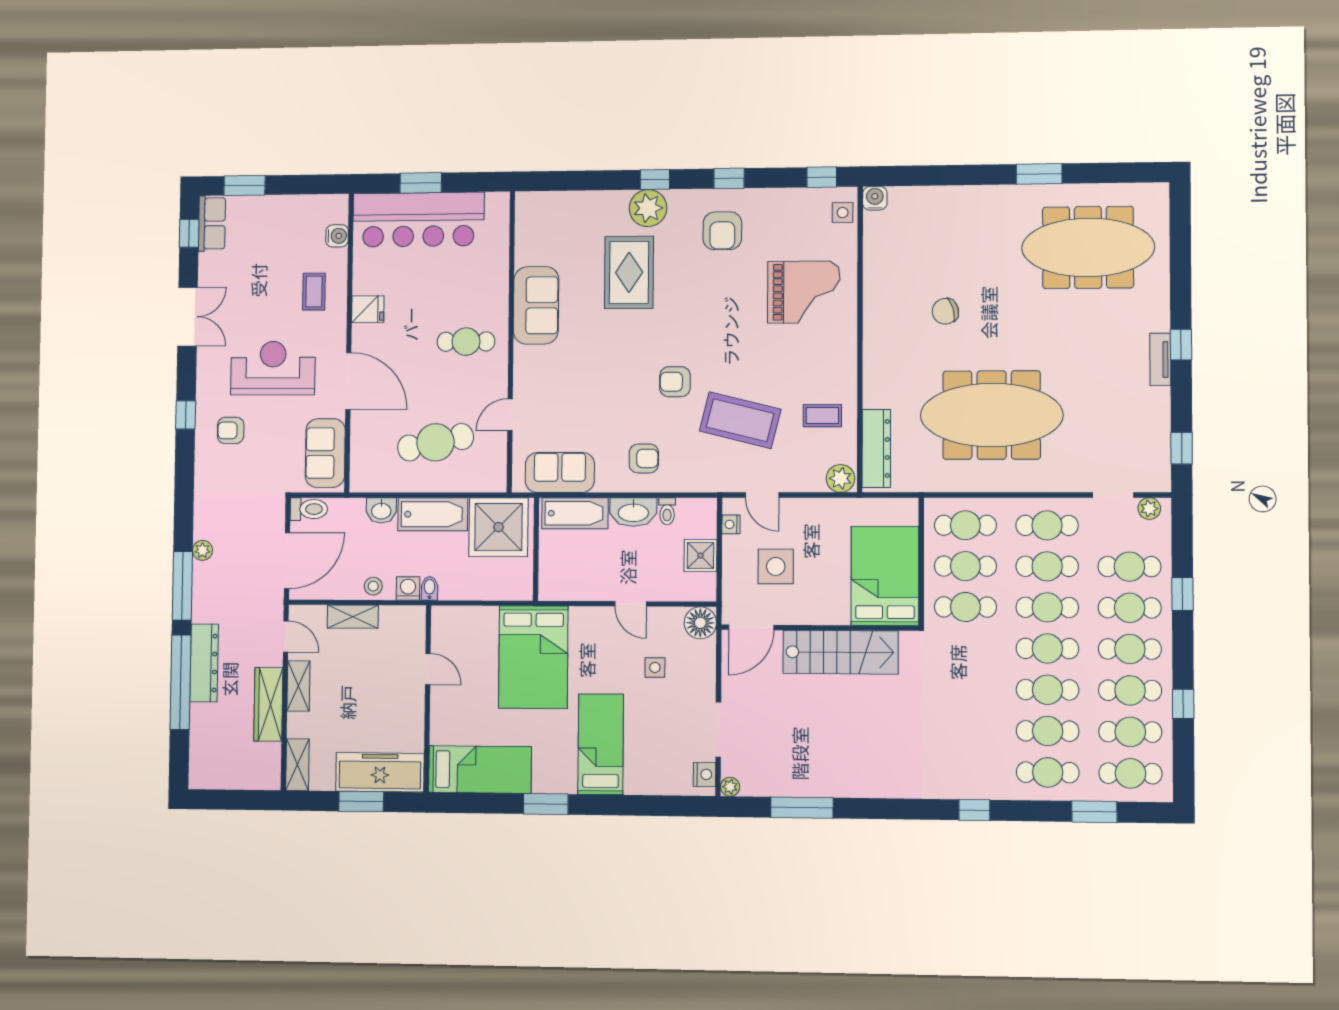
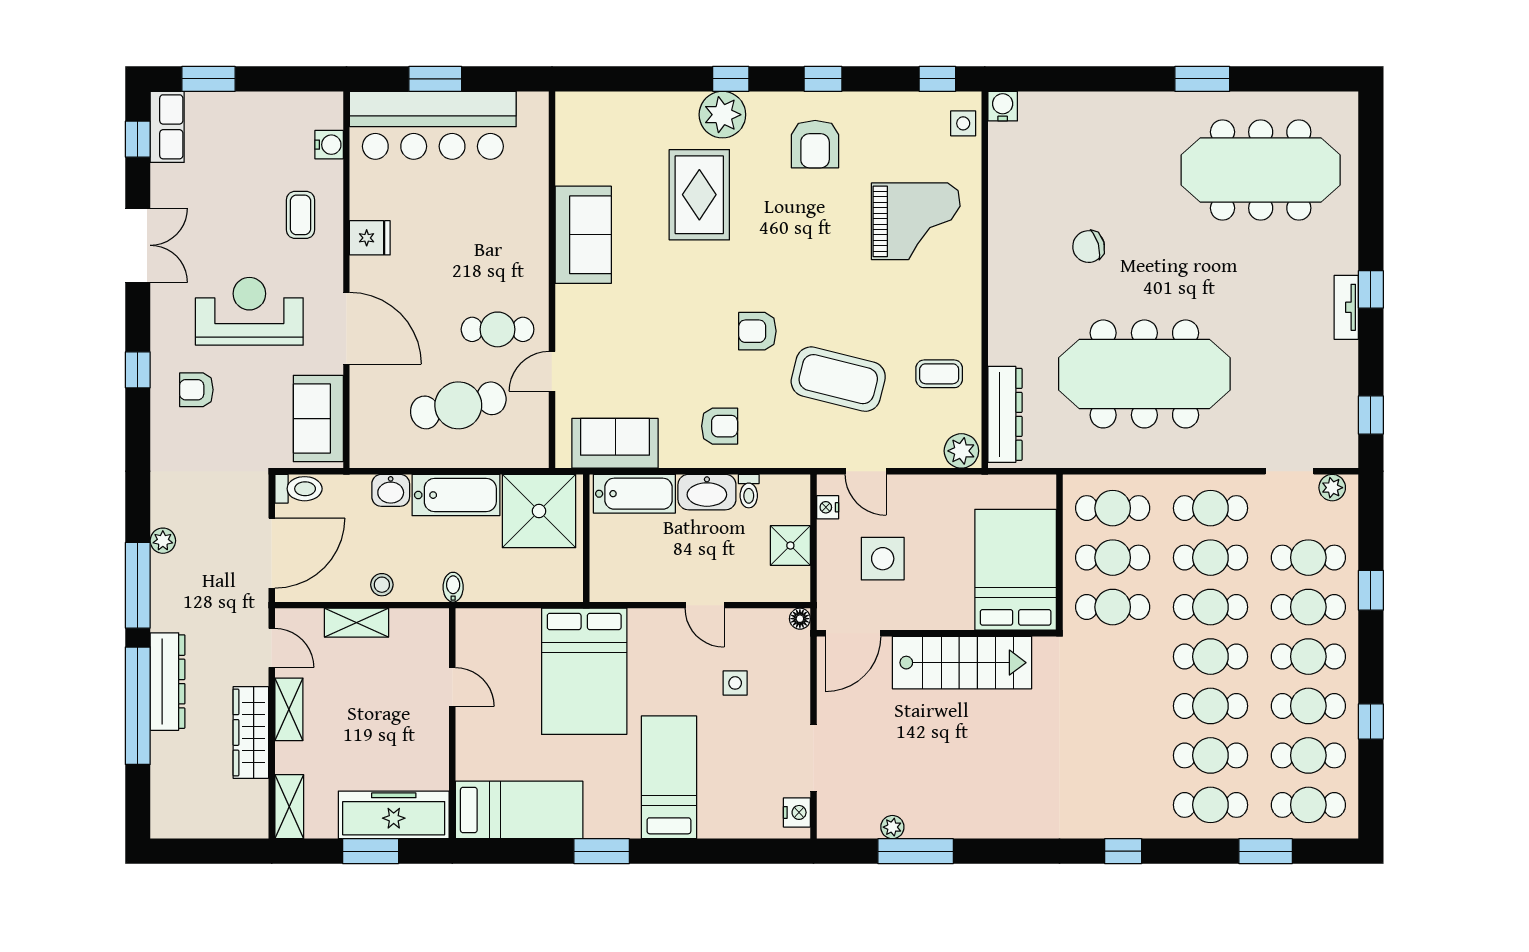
cafe table: (466, 342) -> (498, 329), moved
washing machine: (408, 588) -> (426, 587), removed
floor lamp: (700, 623) -> (800, 619), width x0.53, depth x0.53
plant: (730, 787) -> (892, 827), moved

